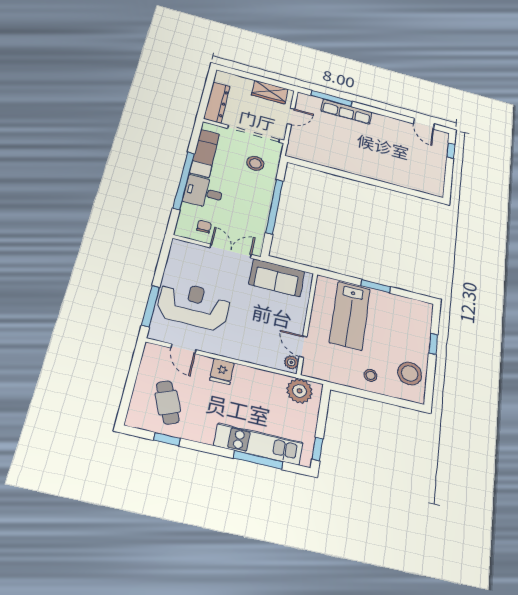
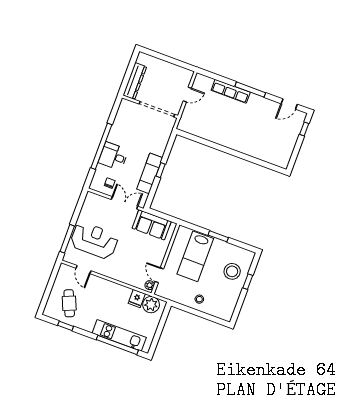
wardrobe: (270, 92) -> (176, 72), removed
window: (332, 98) -> (250, 90), moved
door: (424, 124) -> (289, 104), hinge flipped
exam couch: (205, 153) -> (150, 173), moved, turned 180
stool: (255, 163) -> (154, 134), removed
window: (275, 206) -> (161, 170), width x0.32
fridge: (222, 371) -> (137, 299), moved
stool: (410, 374) -> (232, 271), moved
window: (318, 449) -> (155, 343), removed
window: (258, 460) -> (117, 345), width x1.46

